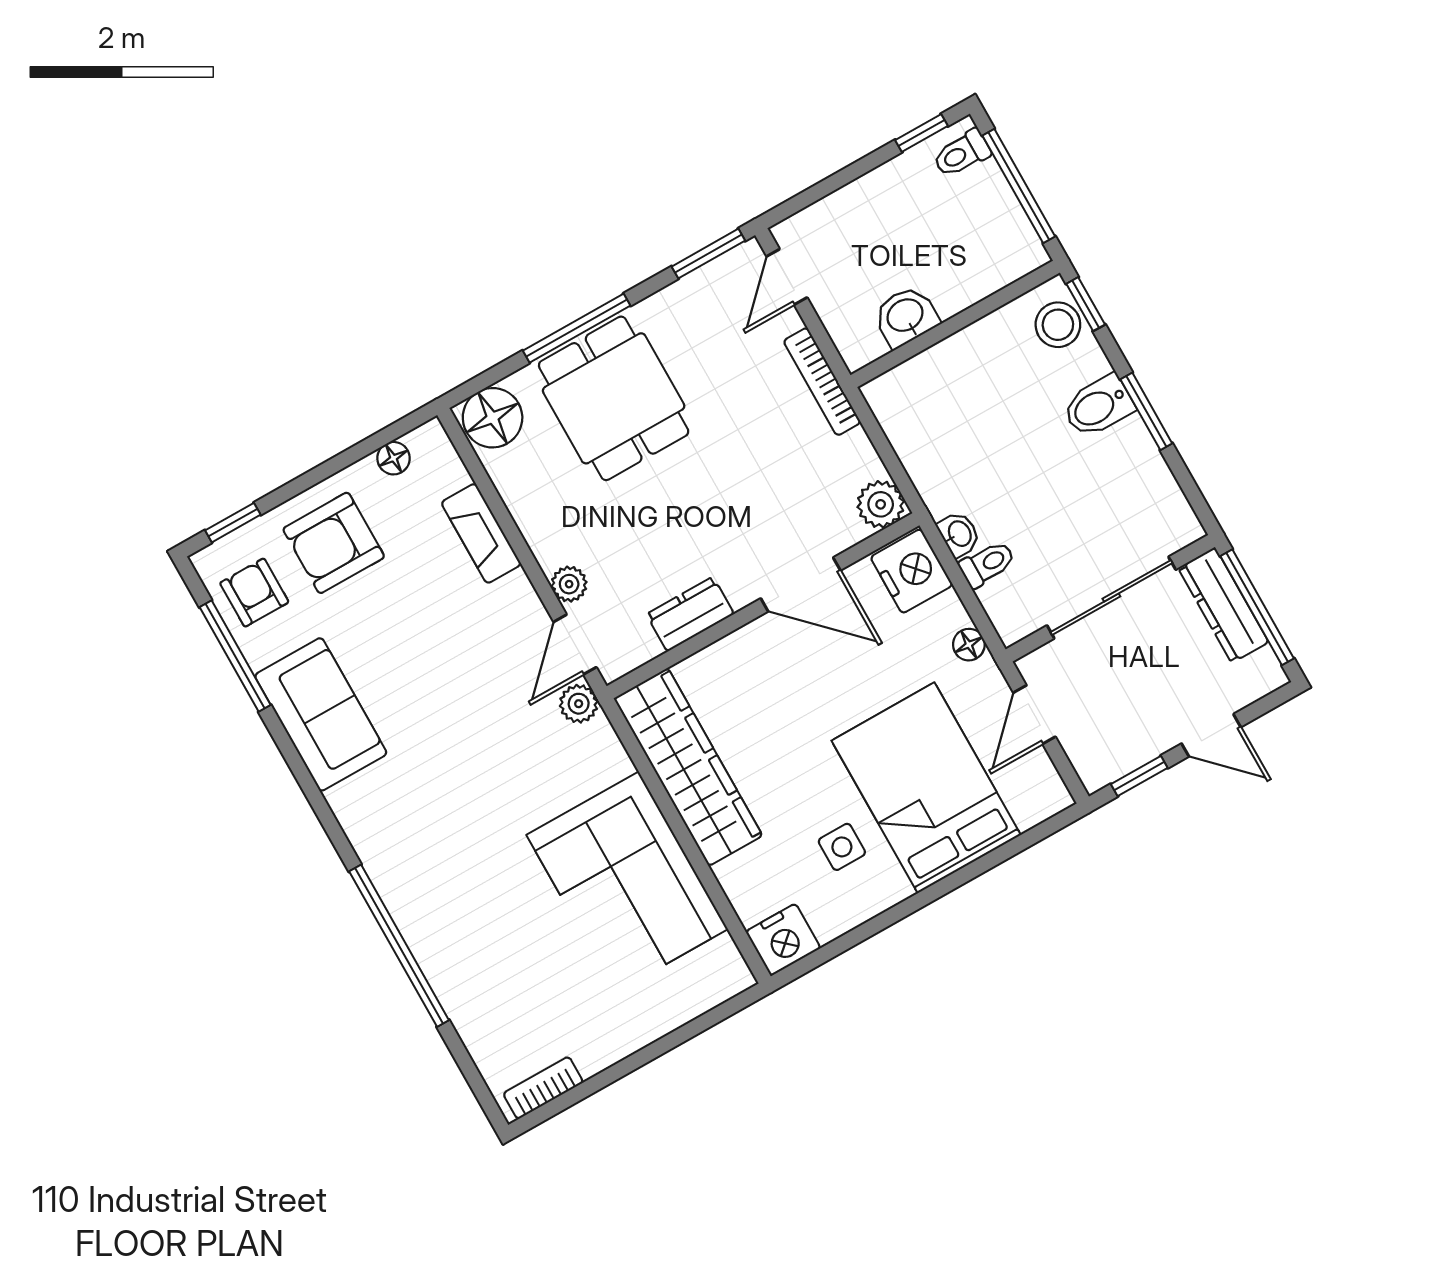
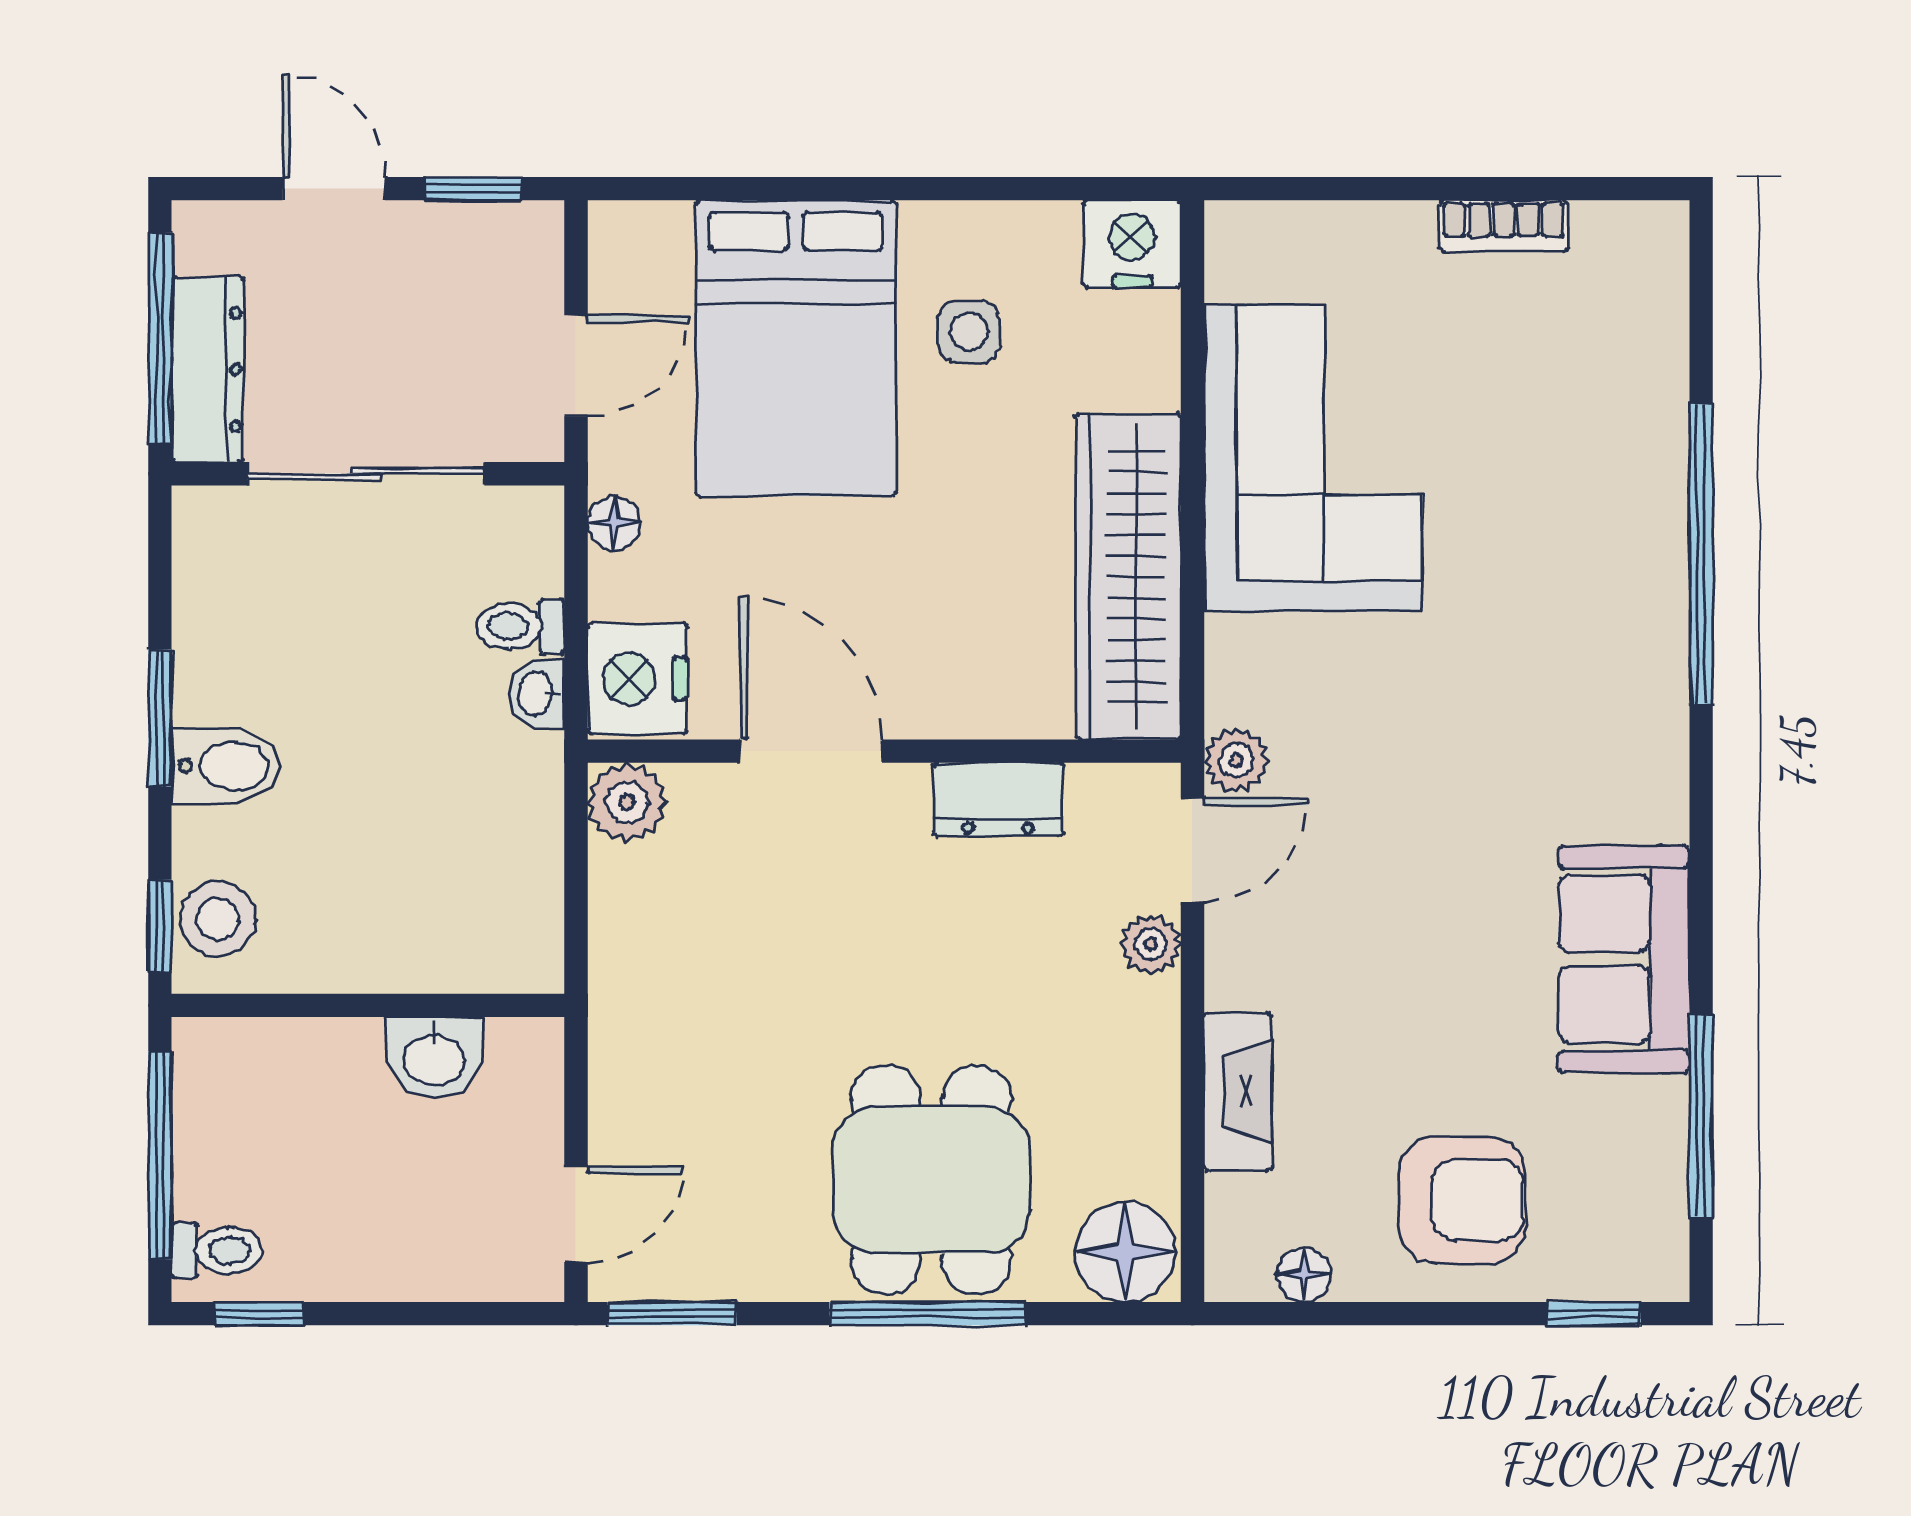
bookcase: (822, 382) -> (611, 1031), removed
armchair: (254, 593) -> (1620, 1193), removed
bookcase: (543, 1088) -> (1504, 226), moved

